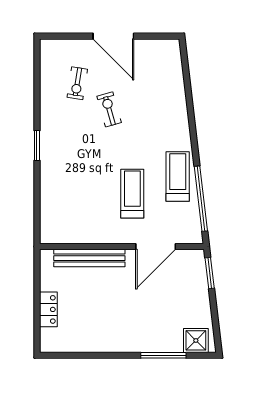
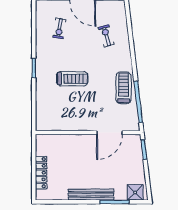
exercise bike: (109, 109) -> (106, 36), moved
treadmill: (132, 194) -> (72, 79), moved, turned 90
bench: (89, 258) -> (91, 195), moved
locker: (48, 309) -> (41, 173), width x1.53

